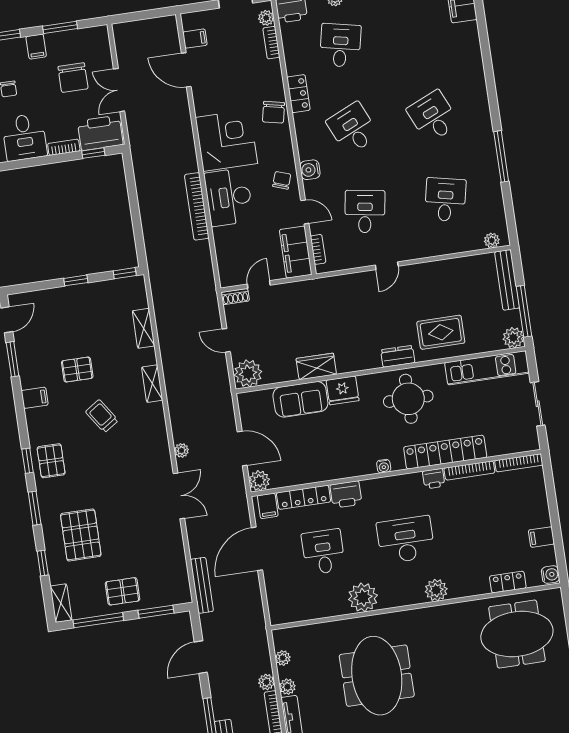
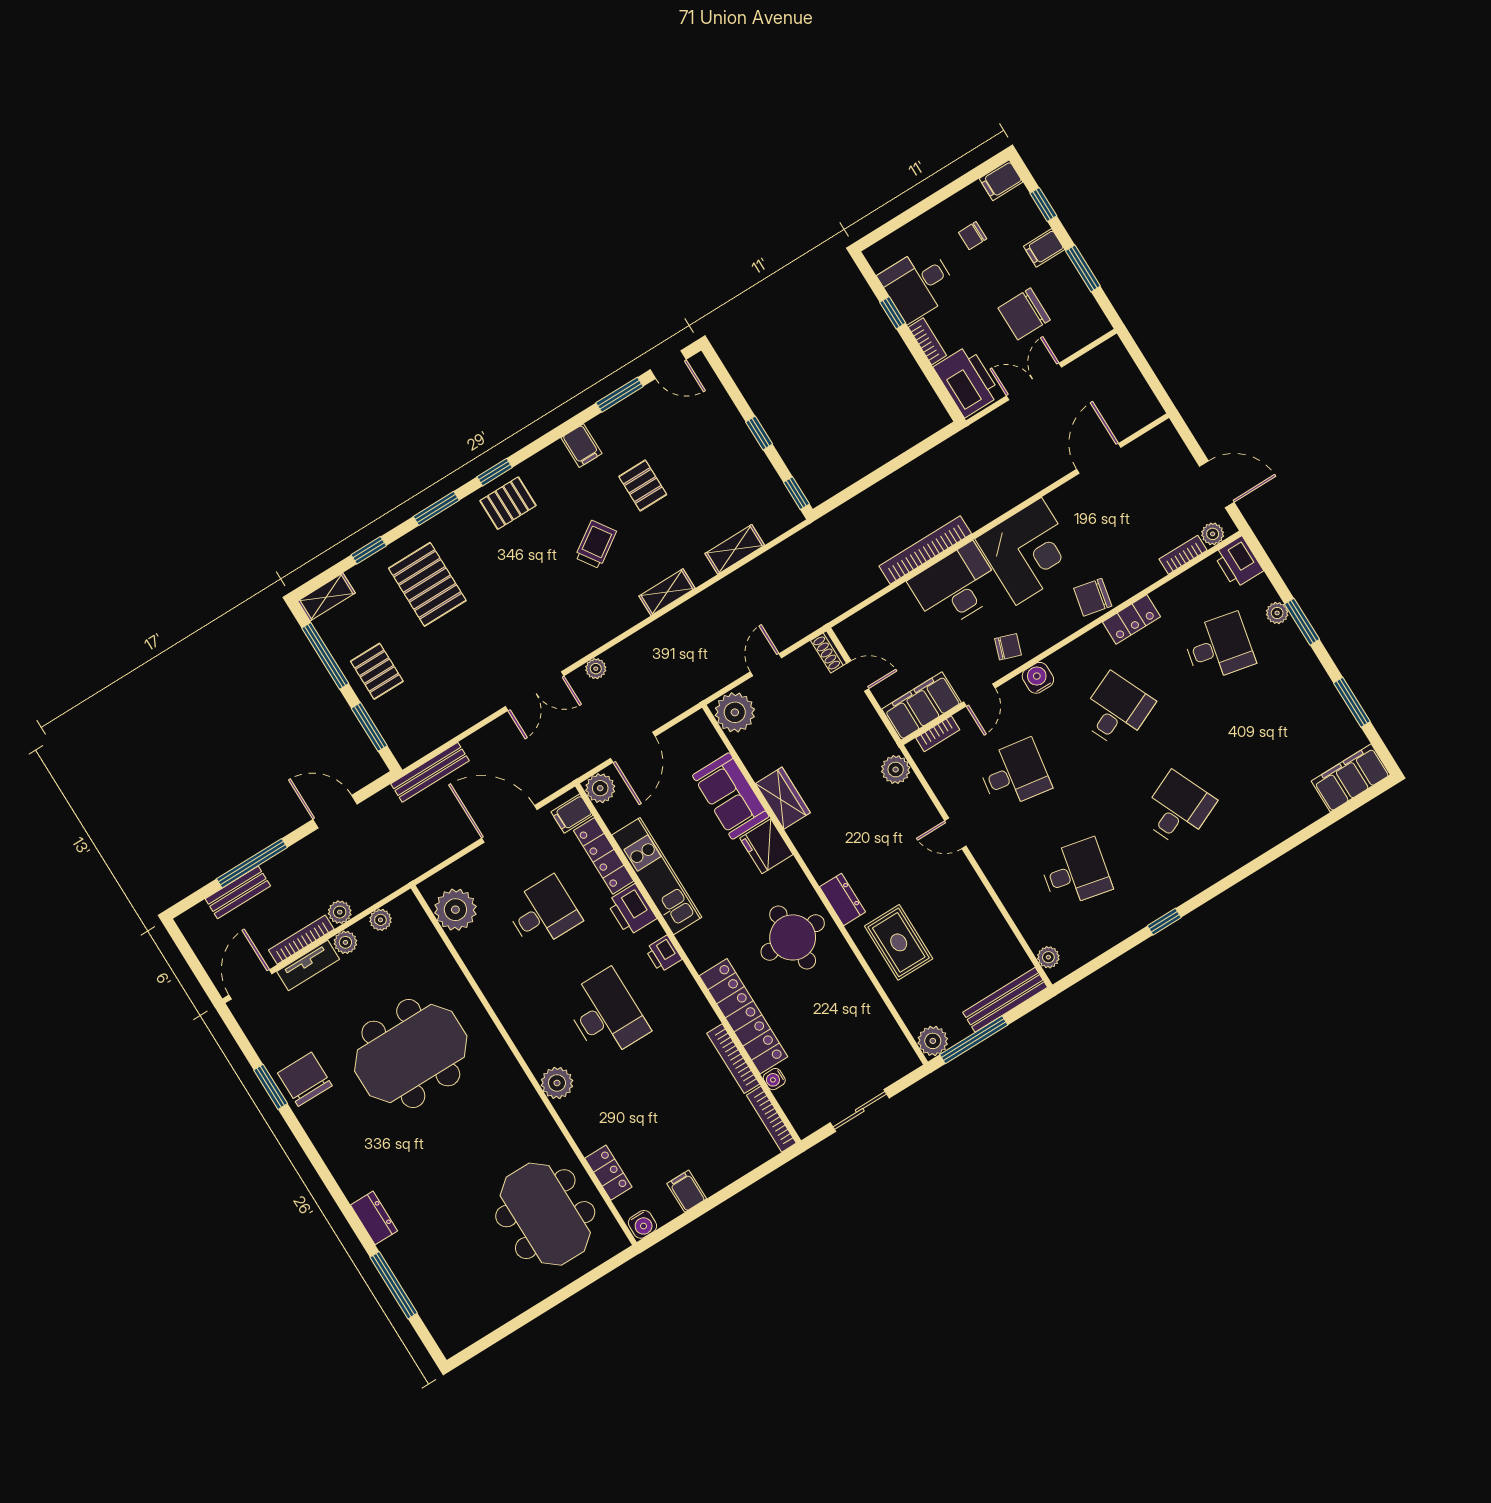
filing cabinet: (195, 39) -> (1145, 452), removed
window: (93, 153) -> (893, 313), moved
window: (501, 156) -> (1164, 922), width x0.46
plant: (329, 286) -> (896, 770), added
kitchen unit: (487, 368) -> (657, 876), moved, turned 180
water cooler: (384, 466) -> (774, 1079), moved
printer: (434, 479) -> (664, 954), moved
pallet: (81, 535) -> (427, 584), turned 90
plant: (363, 597) -> (455, 910), moved

